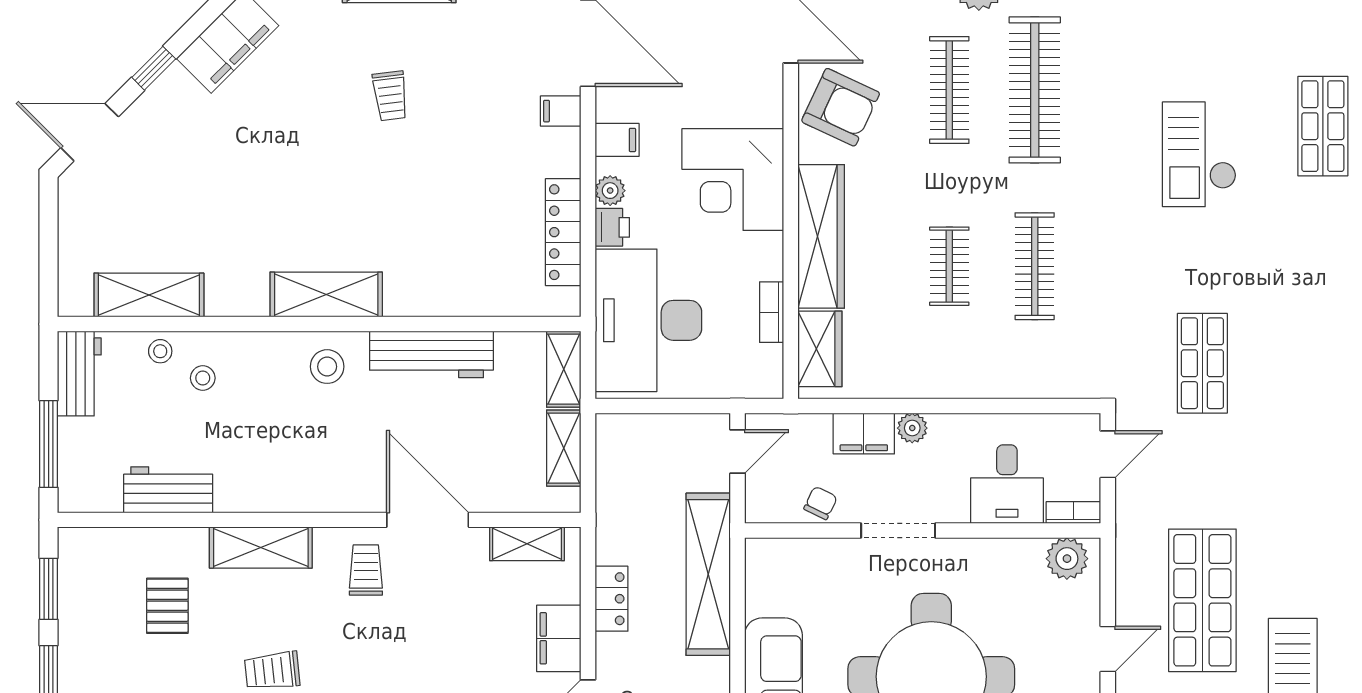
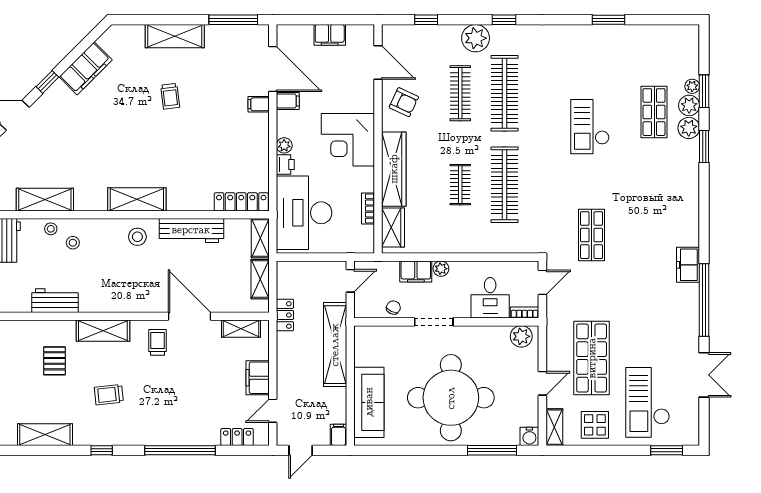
armchair: (841, 107) -> (404, 102), width x0.72, depth x0.72
filing cabinet: (617, 140) -> (288, 101), moved
locker: (563, 232) -> (241, 202), moved, turned 90
clothes rail: (1035, 266) -> (504, 185), width x1.37, depth x1.31
locker: (611, 599) -> (285, 315), moved

